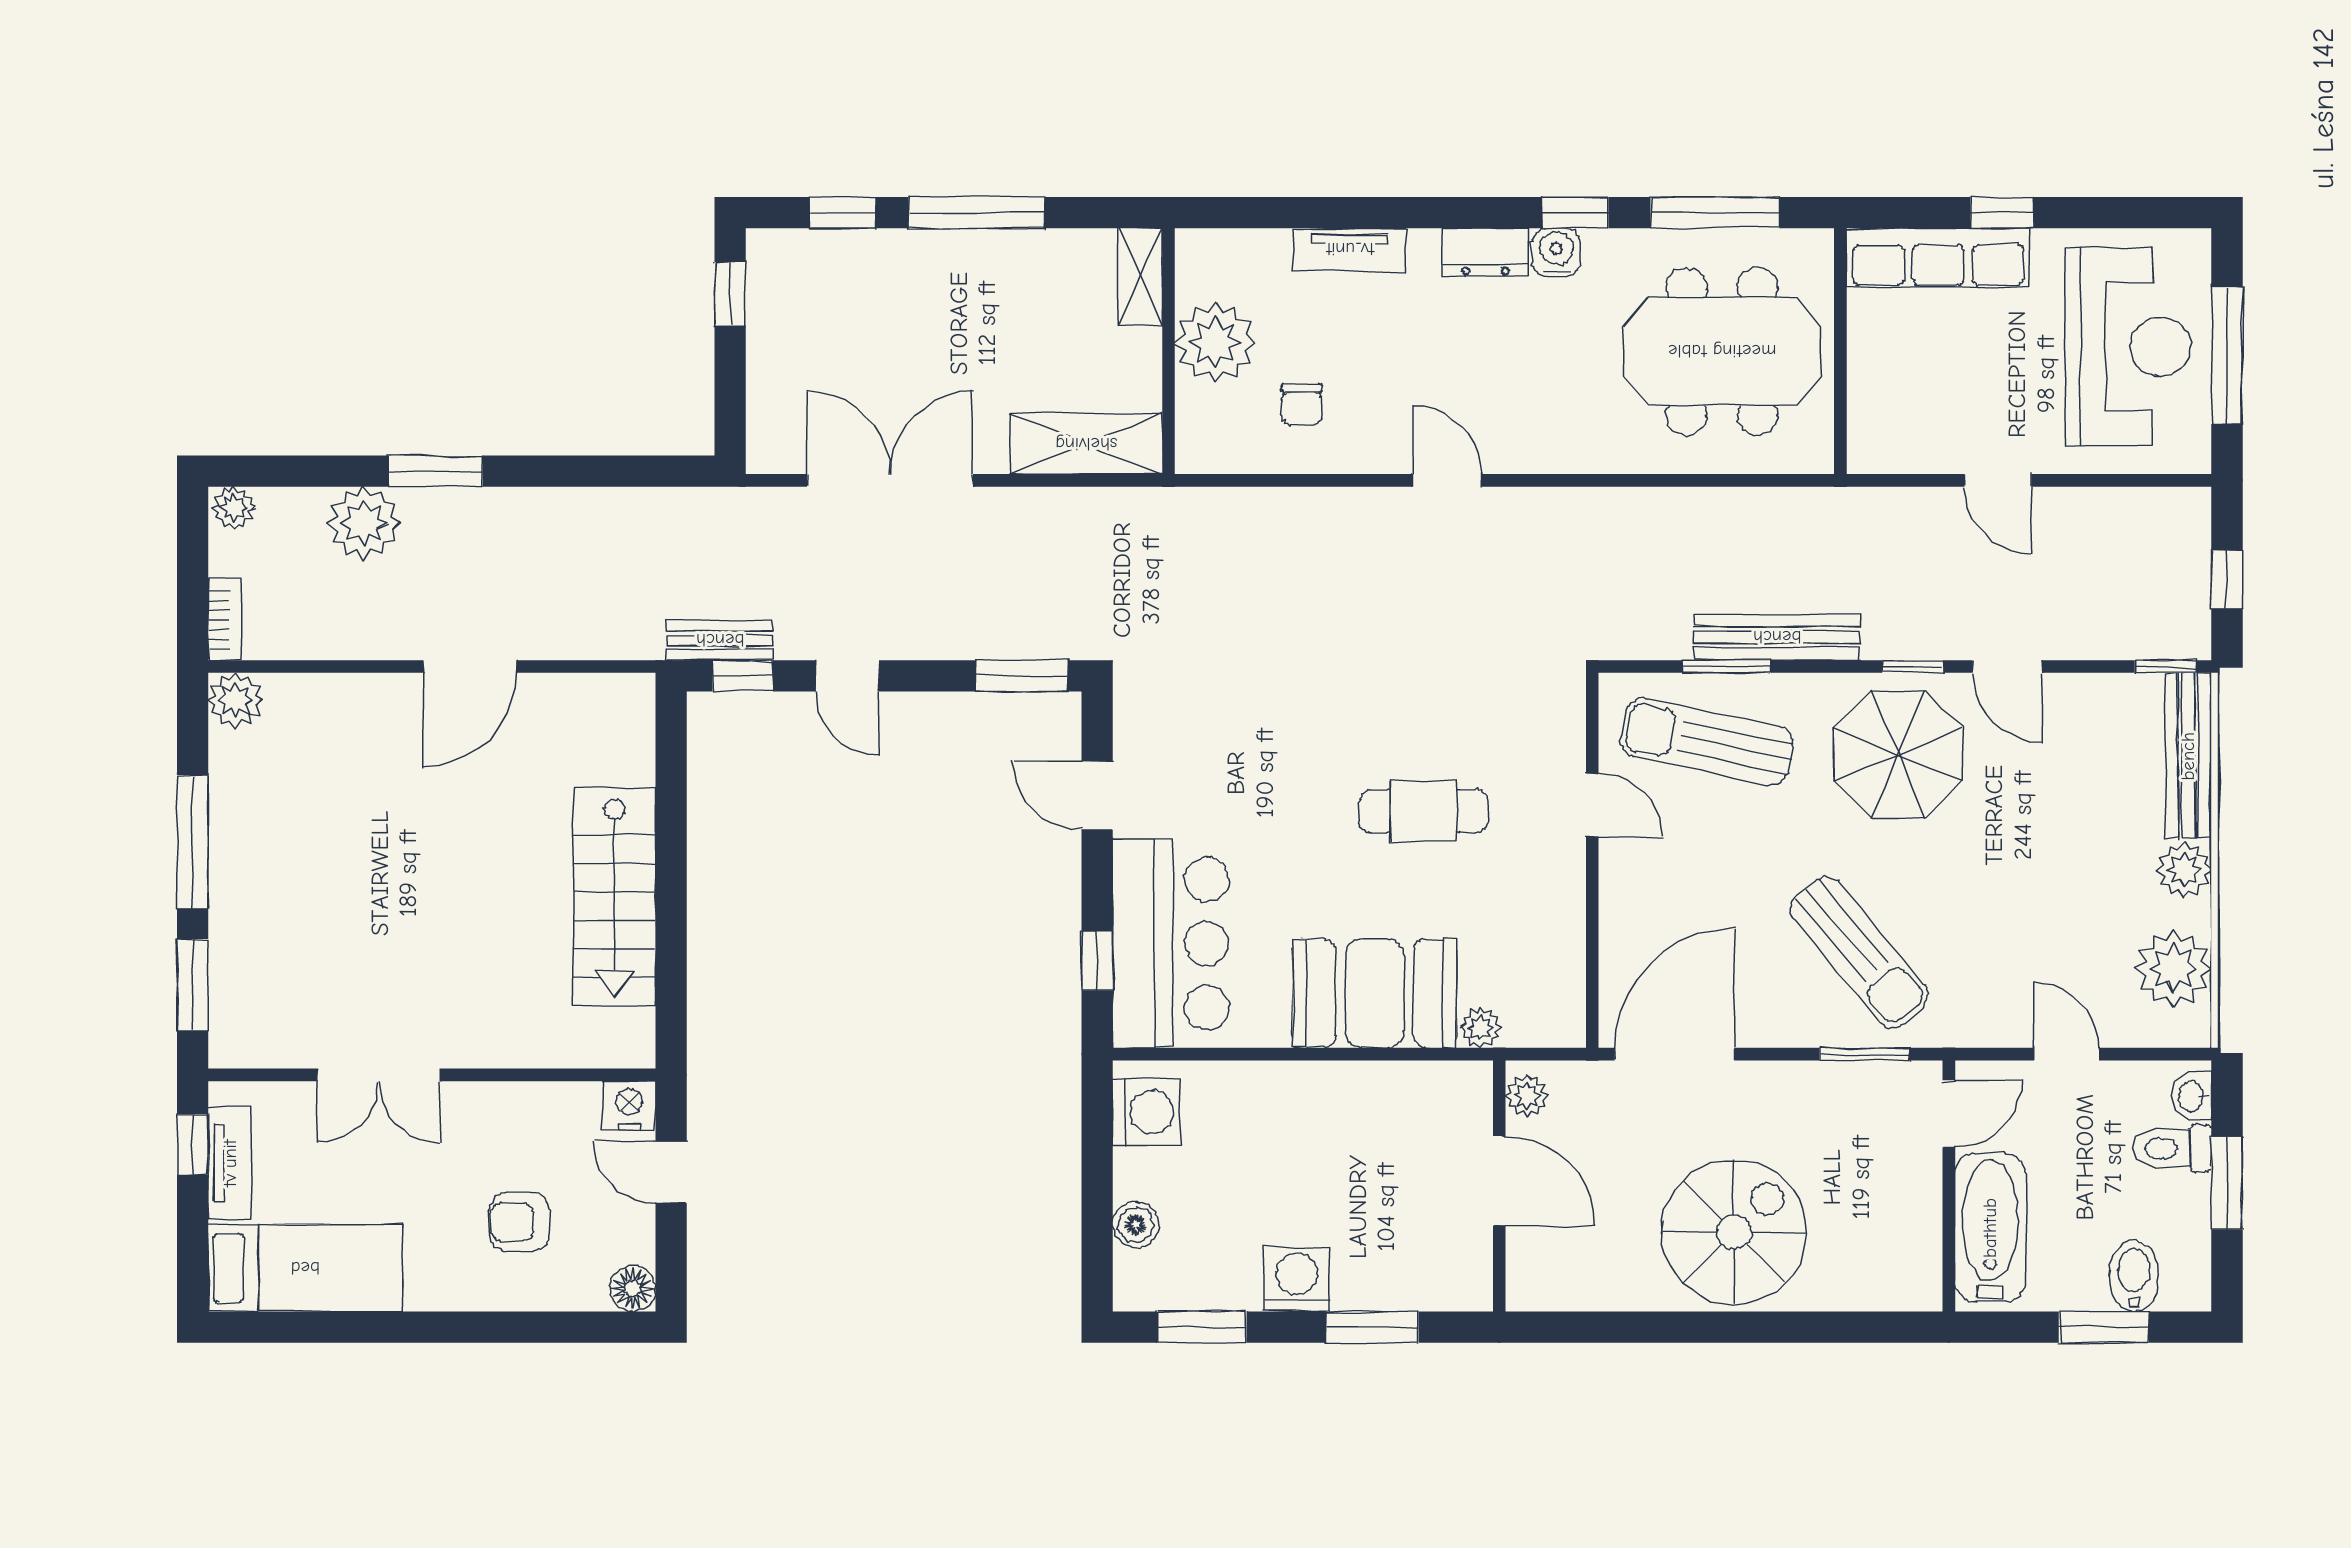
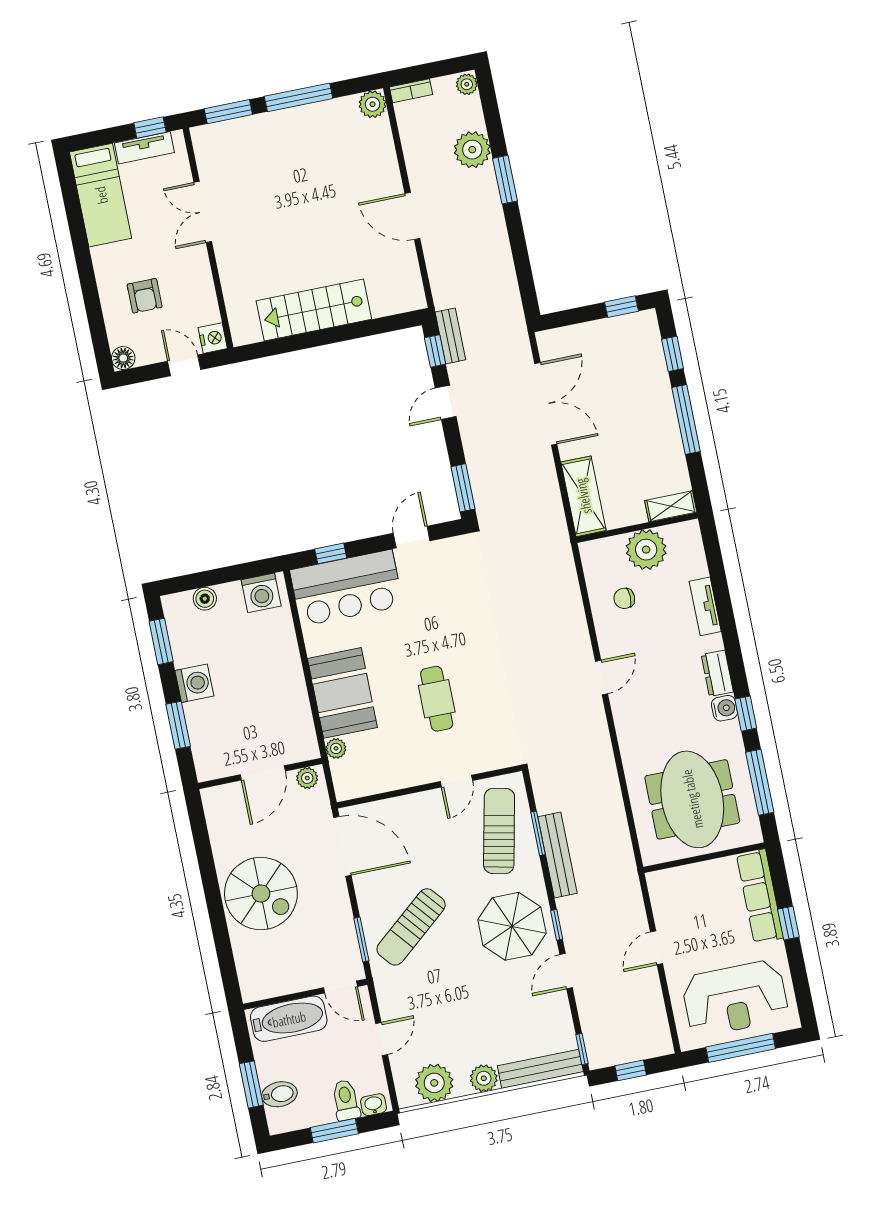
door: (671, 1172) -> (184, 365), hinge flipped
armchair: (519, 1222) -> (145, 296), turned 180

